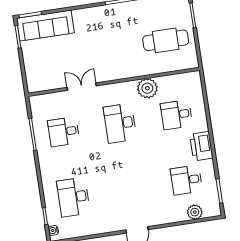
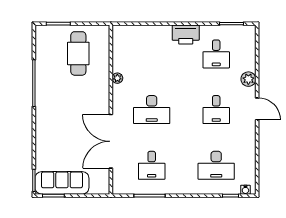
sofa: (45, 26) -> (62, 183), moved, turned -90
double door: (82, 87) -> (111, 141), width x1.87
plant: (147, 88) -> (117, 78), width x0.53, depth x0.53
desk: (176, 115) -> (216, 110), moved
plant: (195, 212) -> (248, 79), moved

